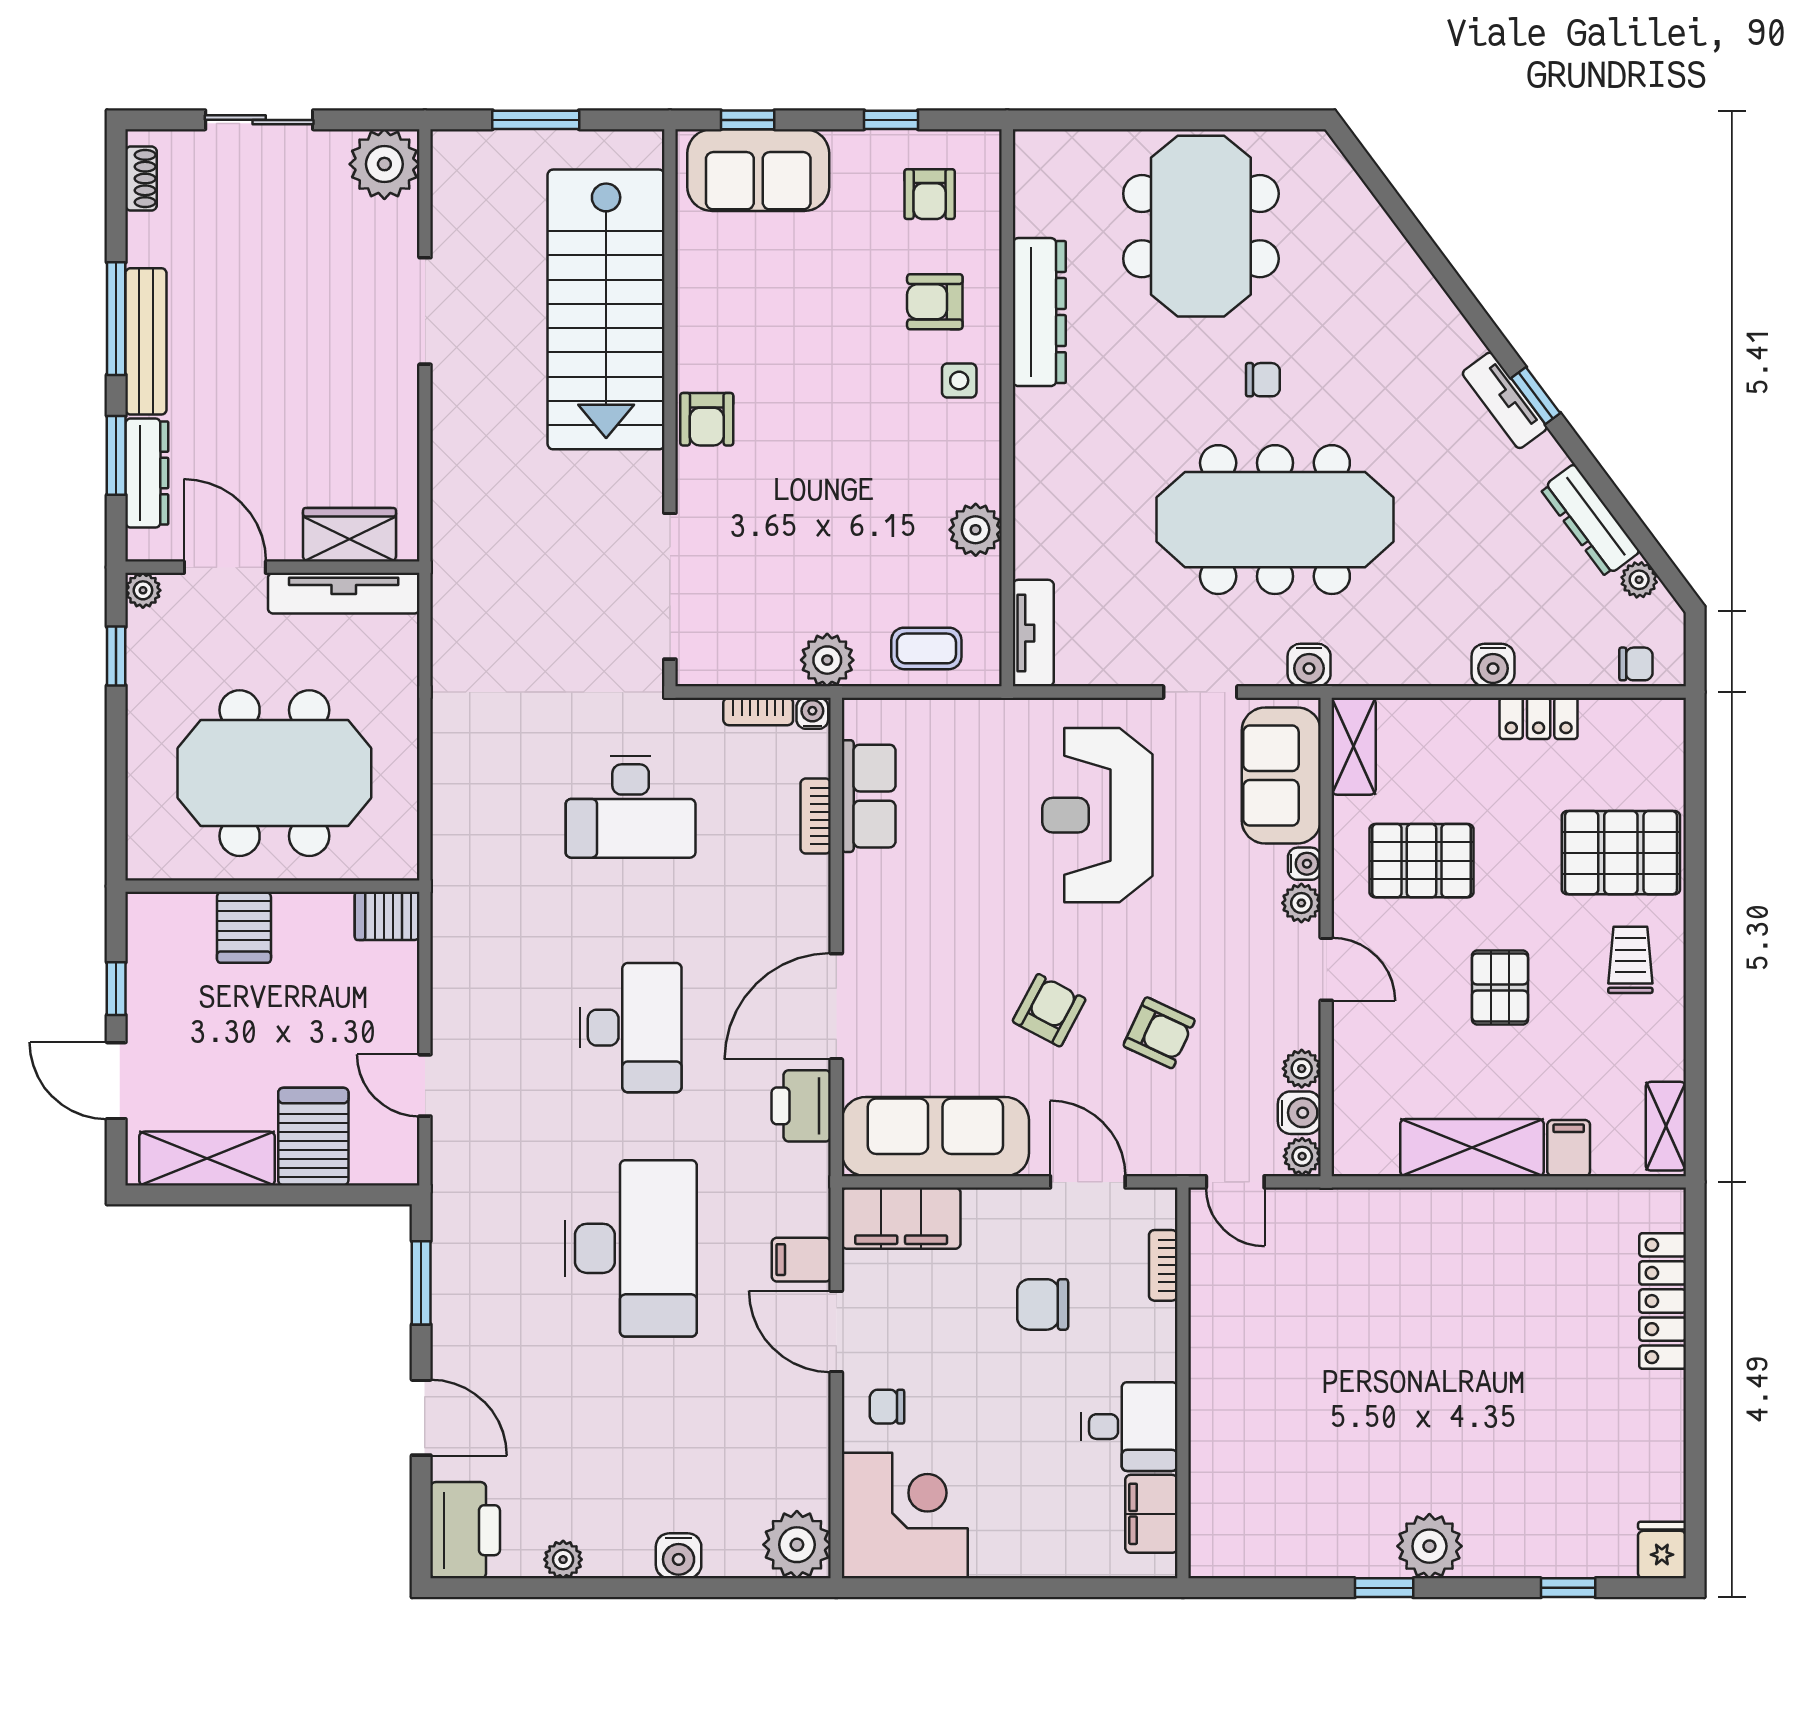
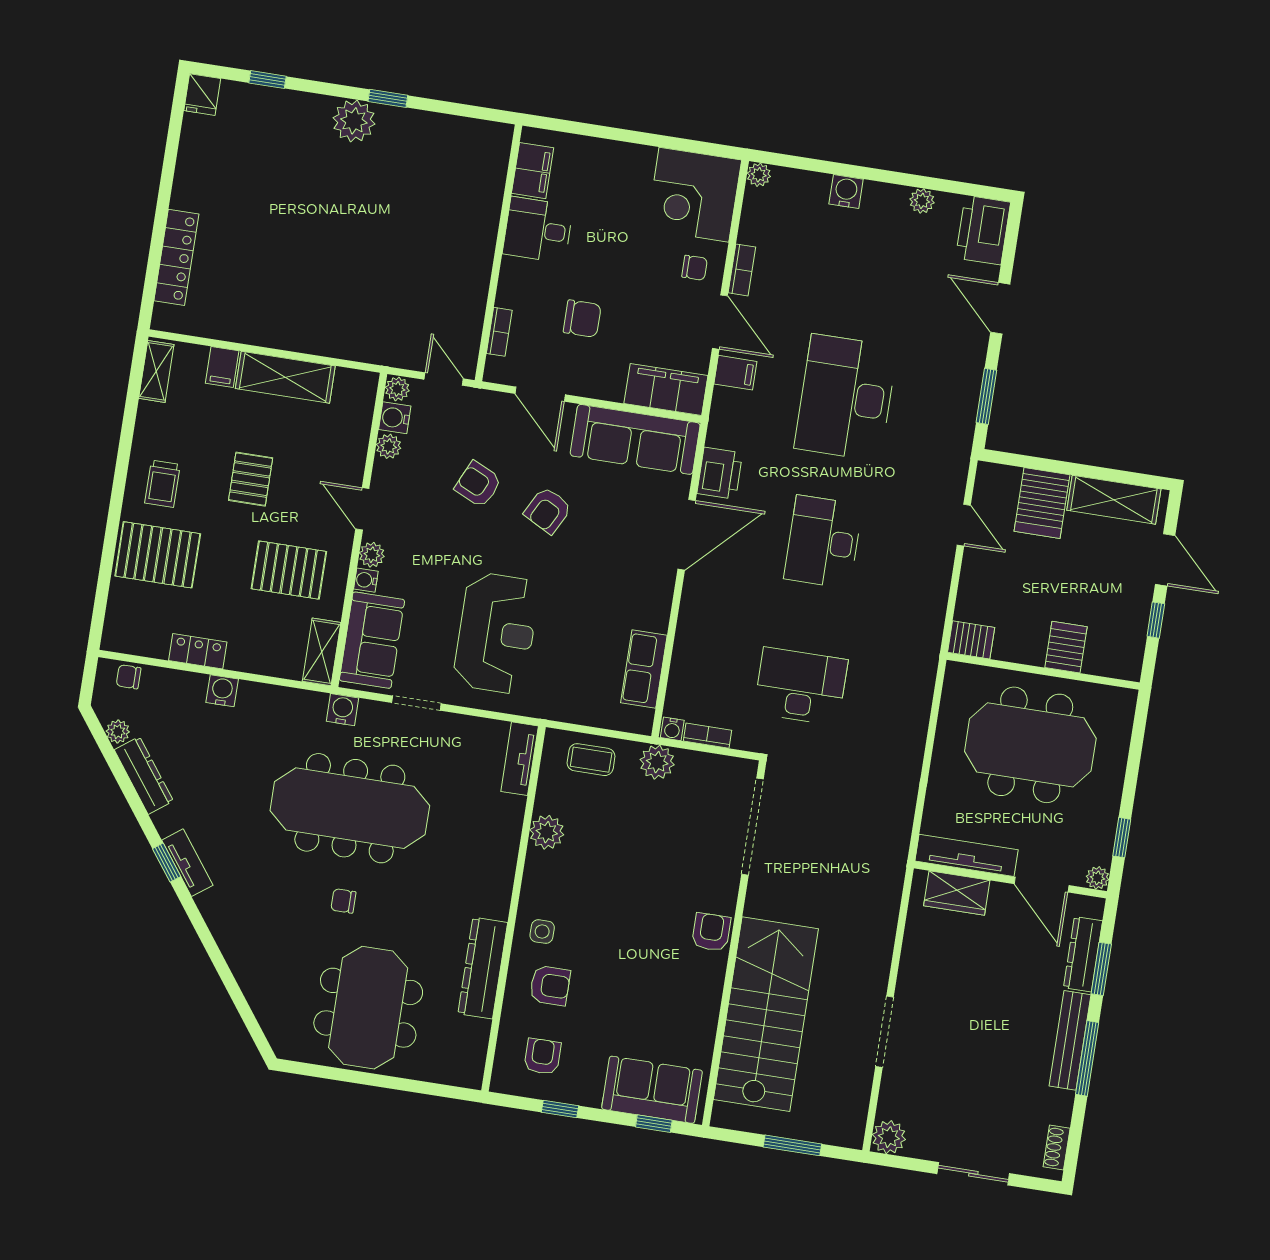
plant: (384, 164) -> (889, 1137), width x0.73, depth x0.73
bookcase: (816, 816) -> (742, 270), moved
plant: (797, 1545) -> (759, 175), width x0.53, depth x0.53

